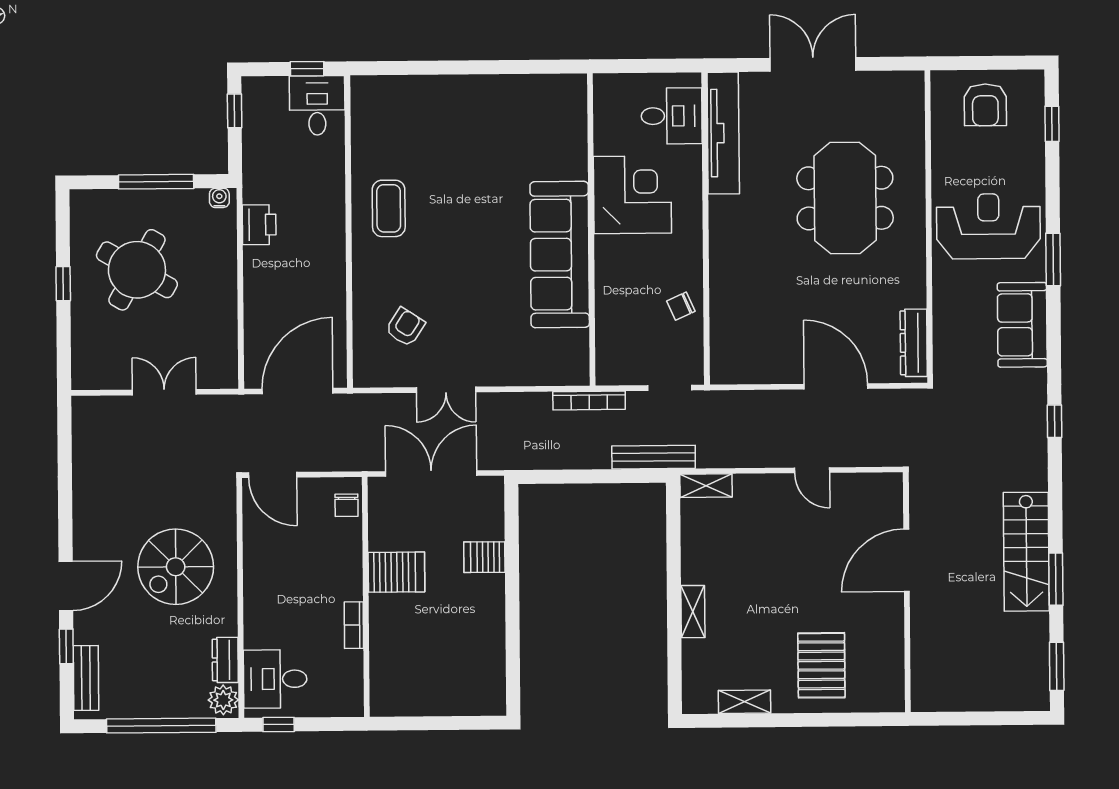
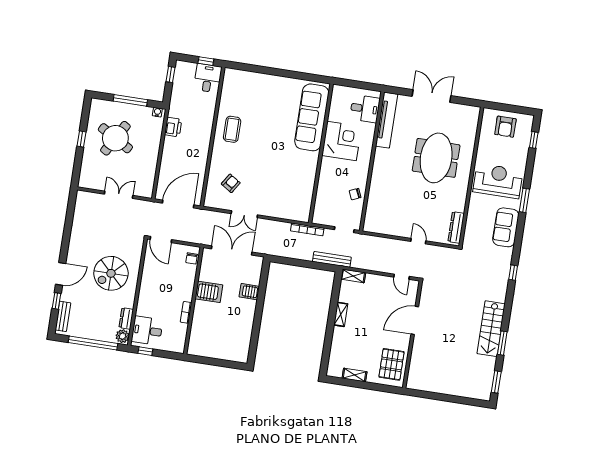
sofa: (560, 255) -> (312, 117), moved
door: (836, 386) -> (418, 241), width x0.53
door: (907, 560) -> (415, 320), moved
wall: (907, 592) -> (412, 335), moved
shelving: (693, 612) -> (341, 314), moved

